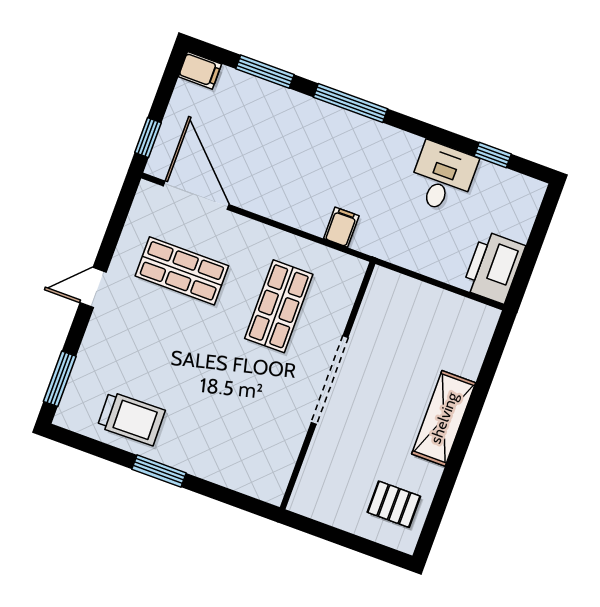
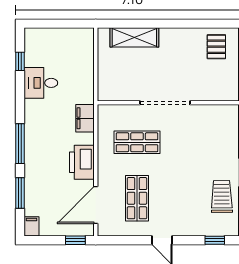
filing cabinet: (341, 227) -> (85, 118), width x2.00
printer: (494, 267) -> (82, 162), moved, turned 90
window: (60, 379) -> (215, 240), width x0.67
shelving: (444, 418) -> (134, 37), moved

